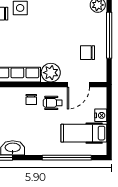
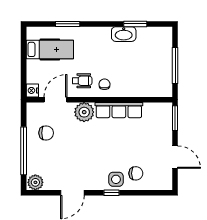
nightstand: (101, 115) -> (32, 90), moved
window: (67, 158) -> (68, 24), width x0.47

